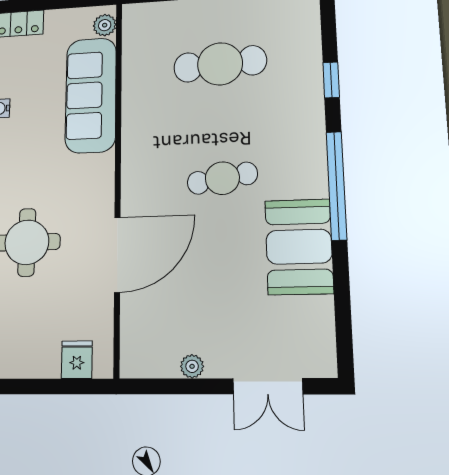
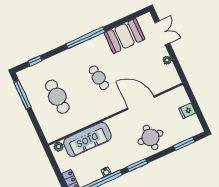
window: (331, 80) -> (35, 61), moved
booth: (299, 247) -> (125, 36), moved
fridge: (77, 360) -> (187, 111), moved

